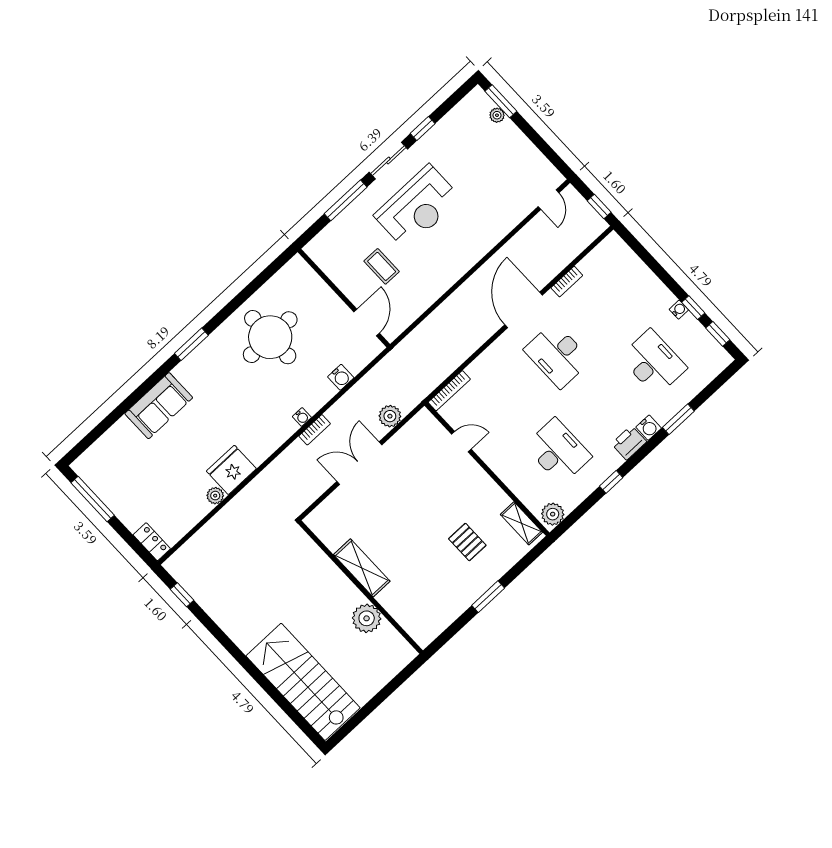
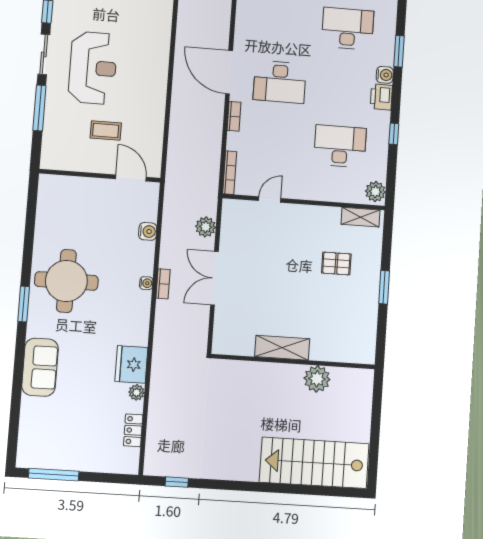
bookcase: (567, 282) -> (234, 116), moved
round table: (270, 337) -> (66, 281), moved
locker: (152, 542) -> (133, 430), moved, turned -90

